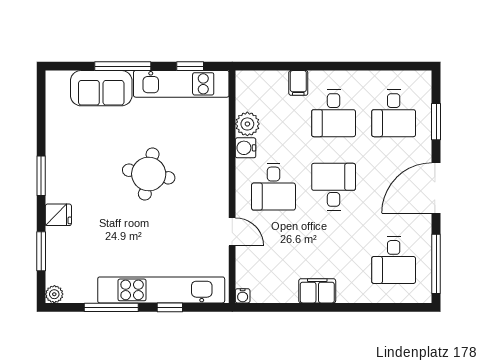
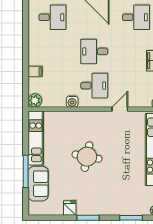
window: (190, 66) -> (26, 133), removed
desk: (334, 113) -> (52, 51), removed
plant: (247, 124) -> (35, 100), moved
fridge: (58, 215) -> (70, 208), moved

